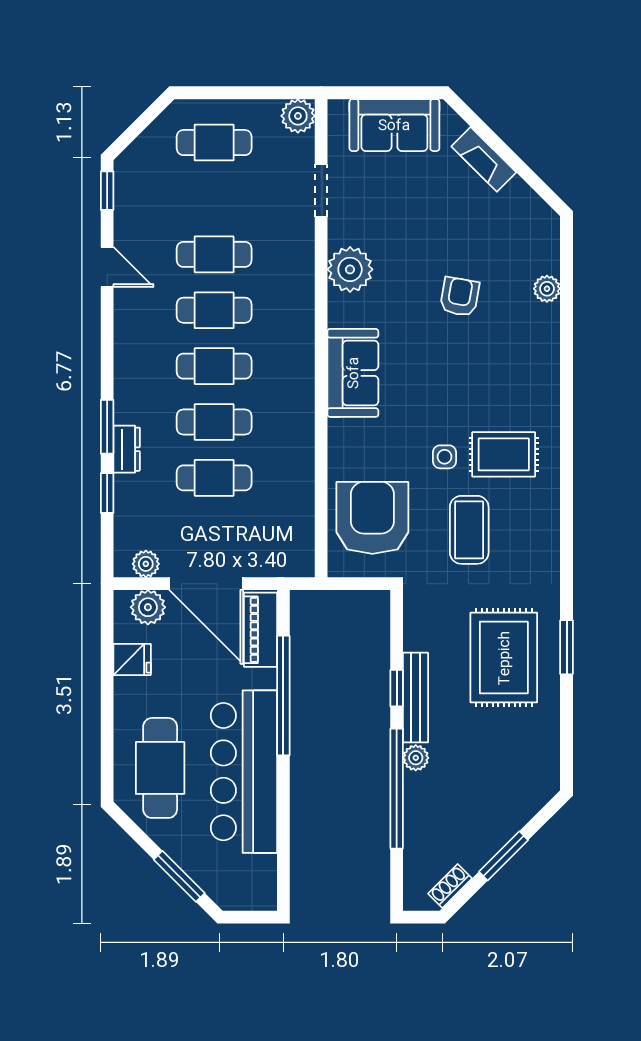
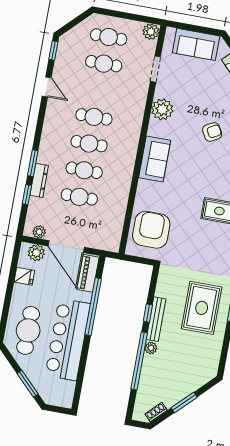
cafe table: (214, 254) -> (104, 64), moved
armchair: (460, 297) -> (212, 132), turned 51
dresser: (127, 449) -> (39, 180), width x1.44
side table: (445, 457) -> (191, 207), removed
coffee table: (469, 530) -> (196, 244), removed

